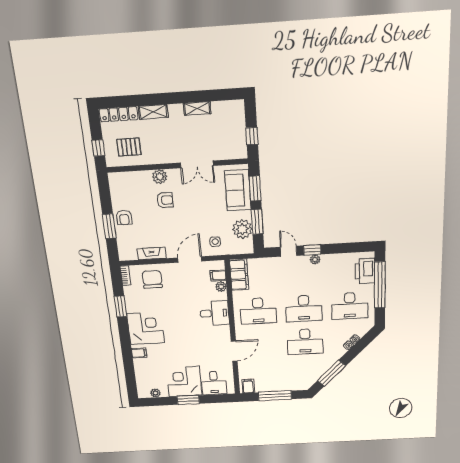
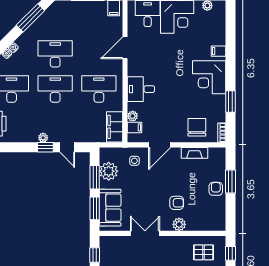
armchair: (165, 200) -> (177, 203), turned 180
chair: (152, 279) -> (197, 127), turned 180

